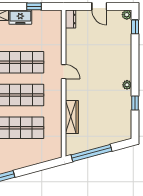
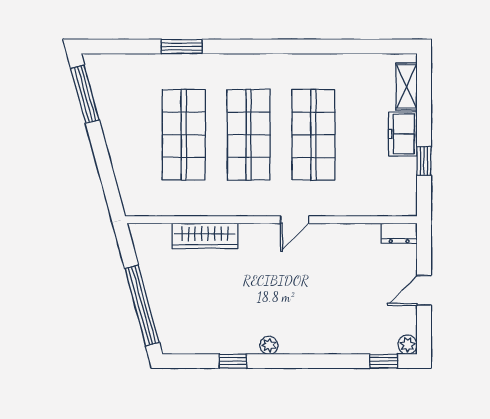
window: (92, 153) -> (142, 305), moved

